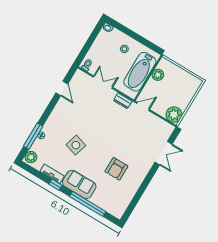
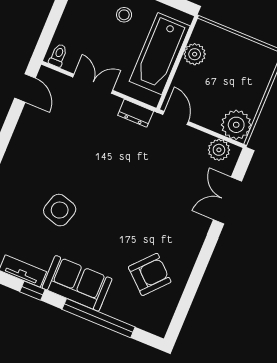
door: (62, 88) -> (25, 88), moved
door: (143, 106) -> (176, 118), hinge flipped
plant: (163, 126) -> (219, 150), added
double door: (164, 153) -> (227, 200), swing flipped
armchair: (116, 169) -> (150, 274), moved, turned -138

